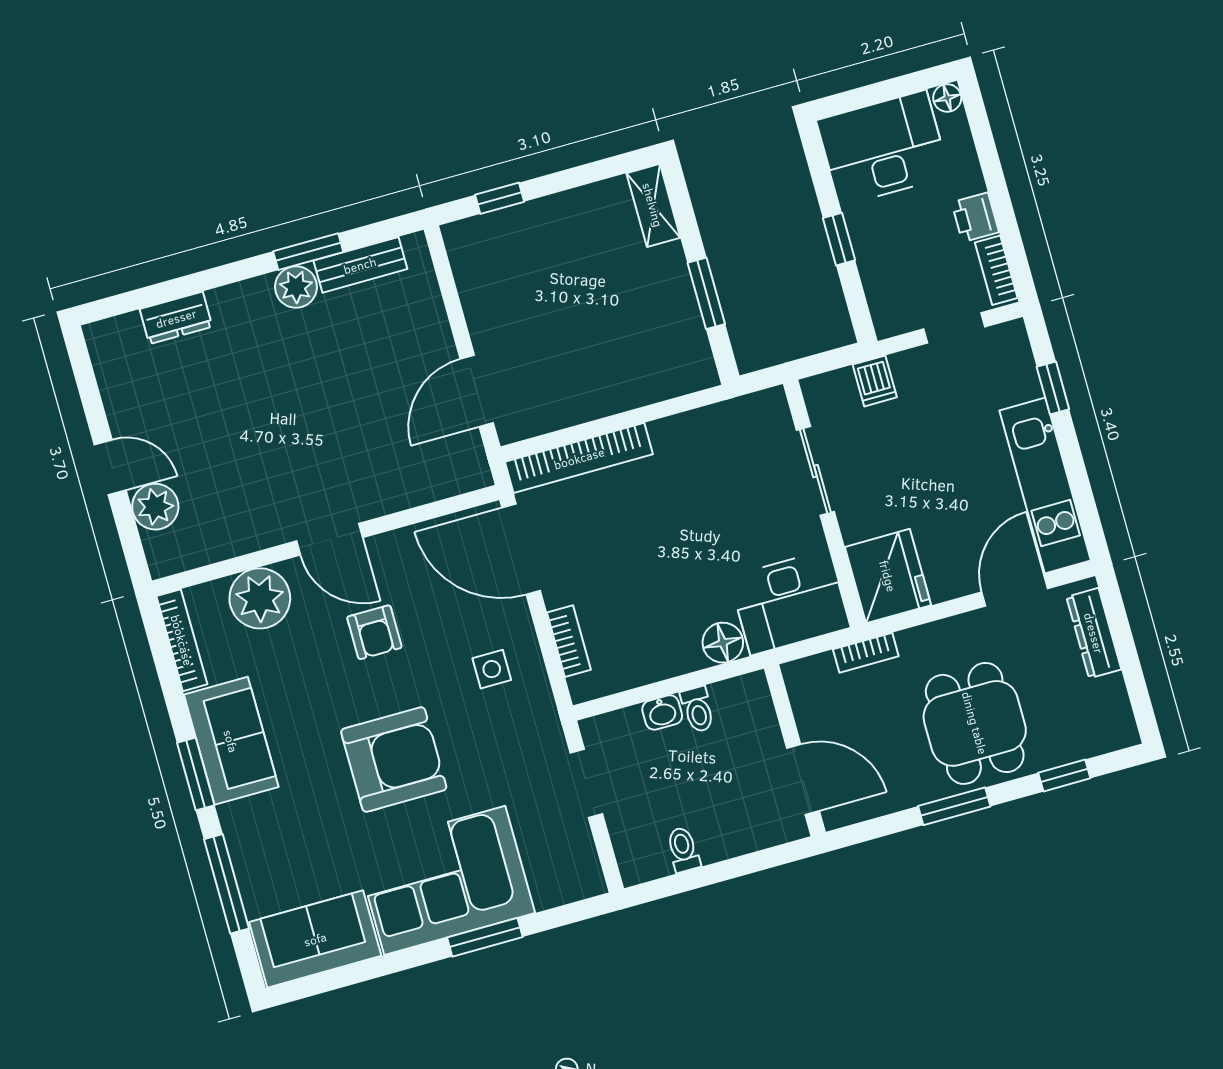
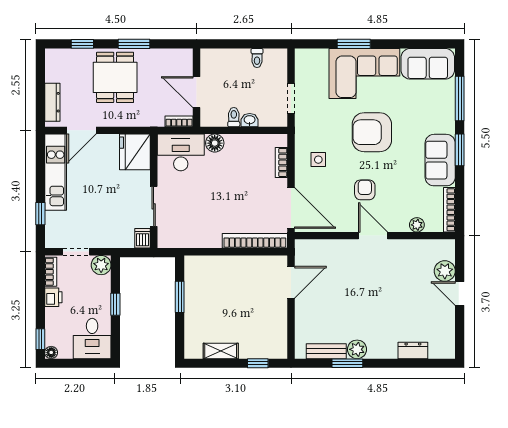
window: (978, 120) -> (40, 339), added
desk: (883, 148) -> (92, 339), width x0.73
shelving: (653, 205) -> (221, 351), moved, turned 90
plant: (893, 314) -> (101, 265), added
dishwasher: (875, 381) -> (142, 238), moved
plant: (260, 598) -> (417, 225), width x0.53, depth x0.53
bookcase: (866, 653) -> (179, 121), moved
door: (803, 779) -> (197, 92), moved

